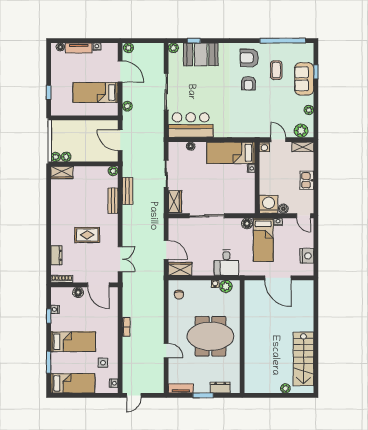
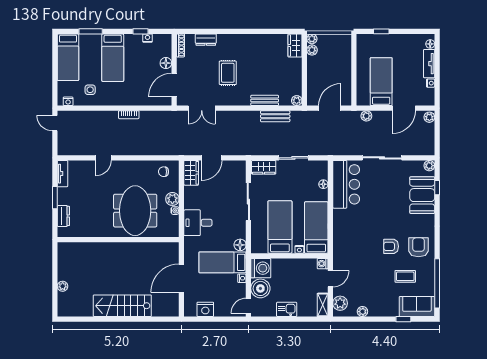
sofa: (304, 79) -> (417, 306), moved
bed: (230, 187) -> (280, 227), added
boiler: (283, 209) -> (260, 288), width x1.86, depth x1.86
plant: (226, 286) -> (172, 199), moved
meeting table: (210, 336) -> (135, 211), moved
stairs: (303, 359) -> (122, 306), moved

